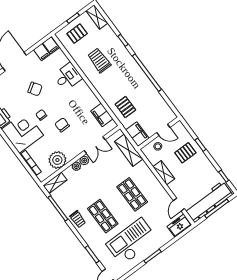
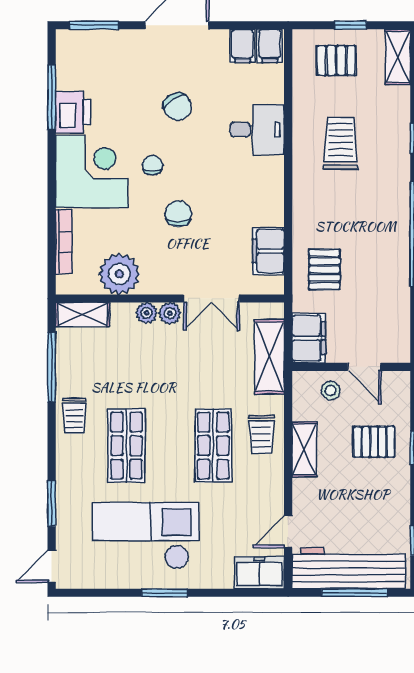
trolley: (146, 179) -> (261, 435), added

